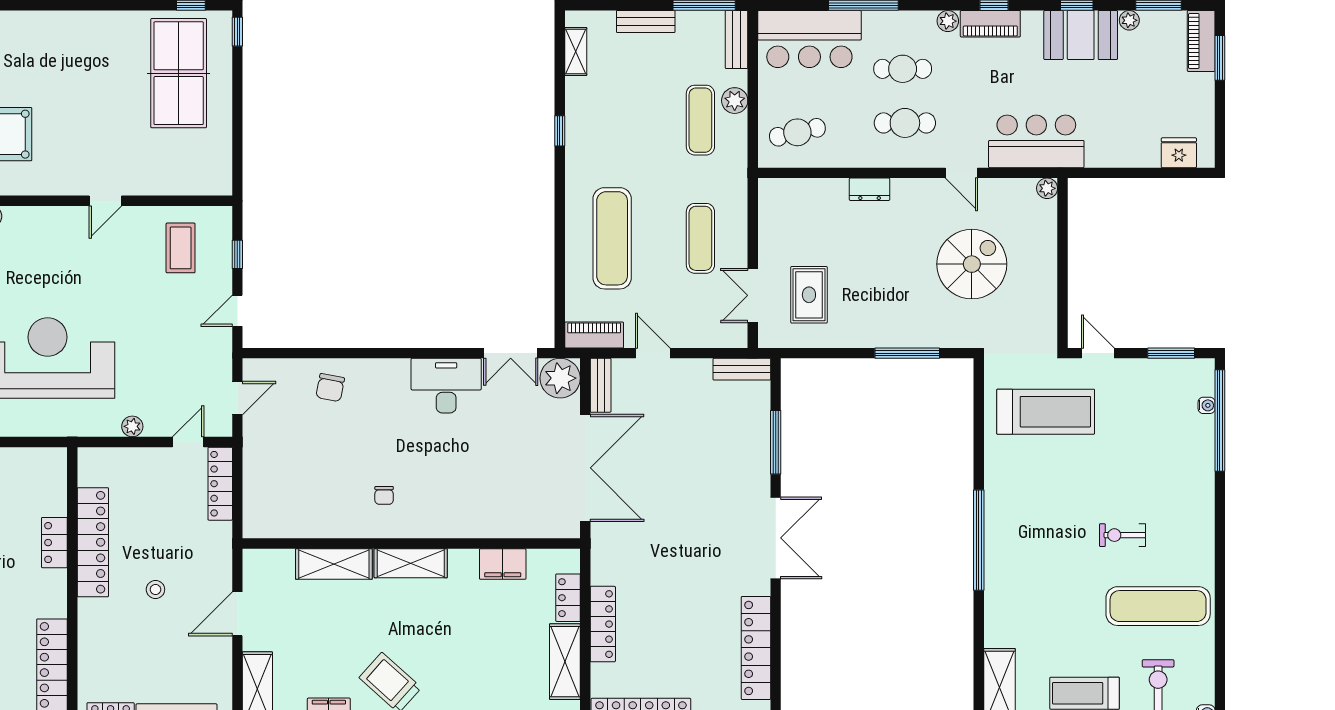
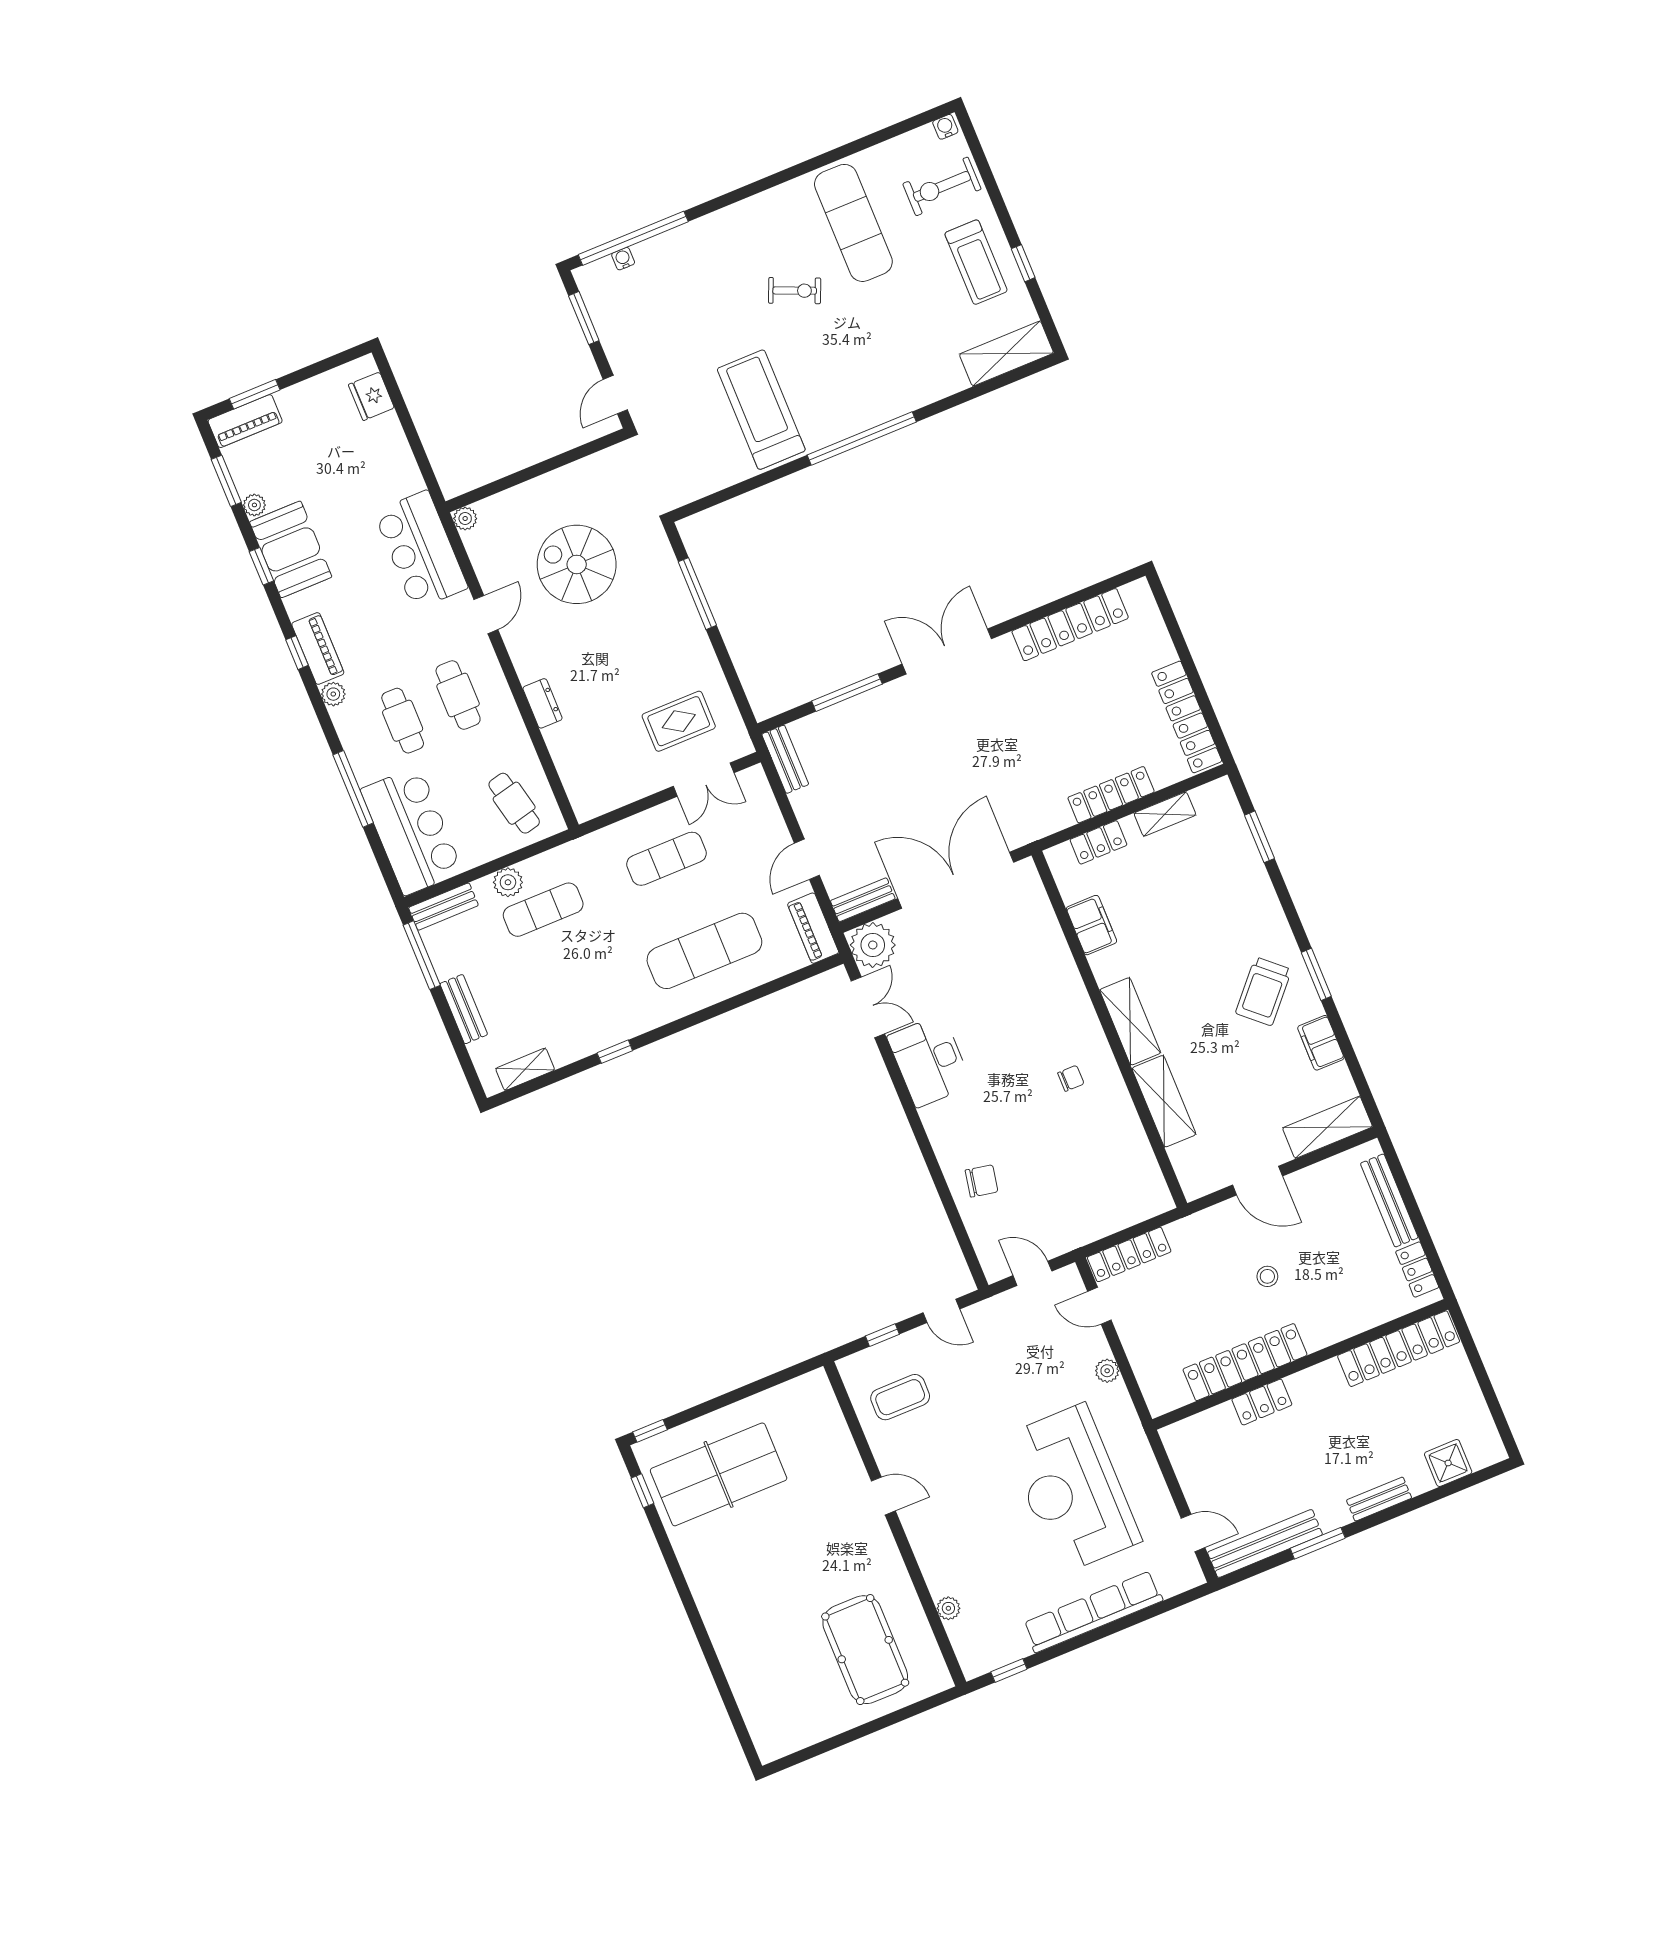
treadmill: (1046, 412) -> (761, 410), moved
exercise bike: (1122, 535) -> (795, 291), turned -67
shelving: (565, 662) -> (1165, 814), width x0.67, depth x0.75

